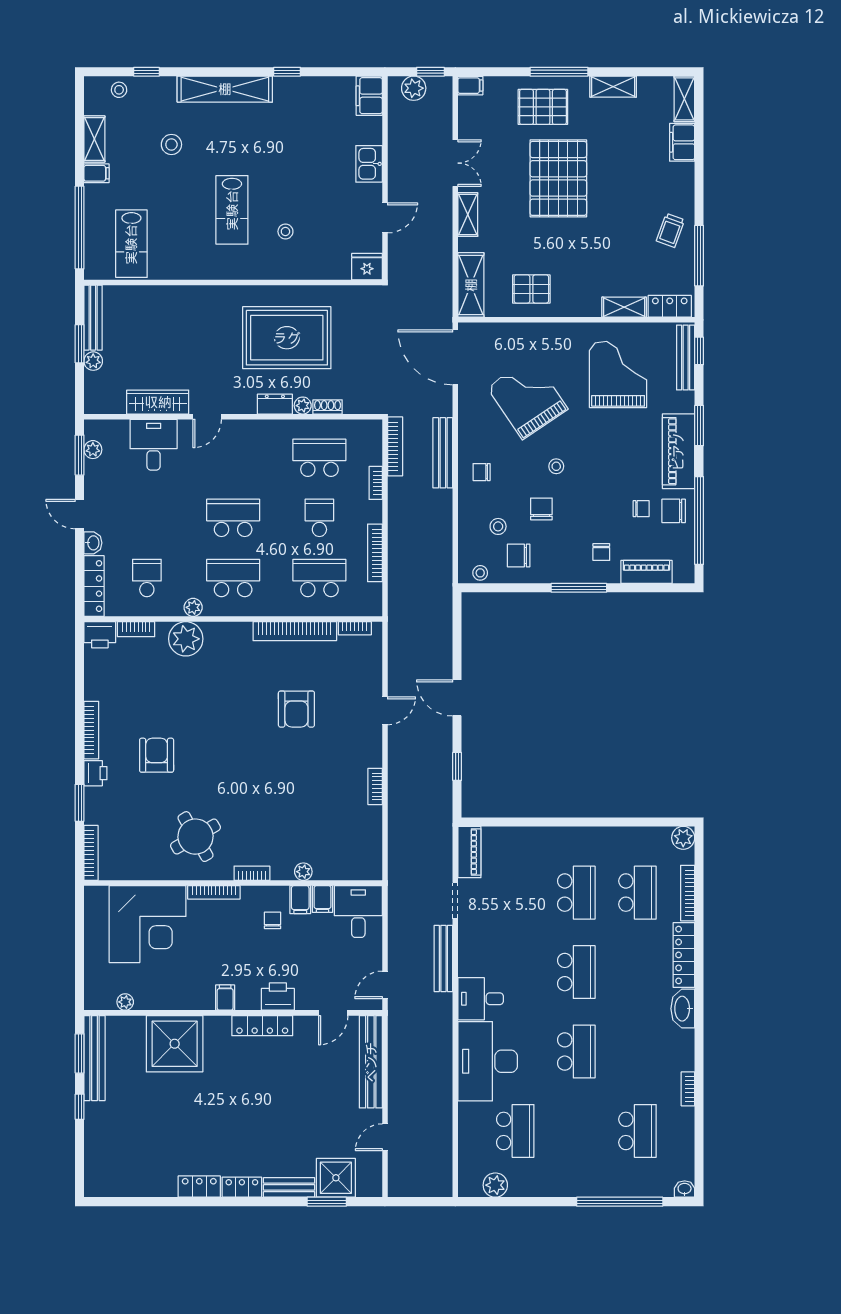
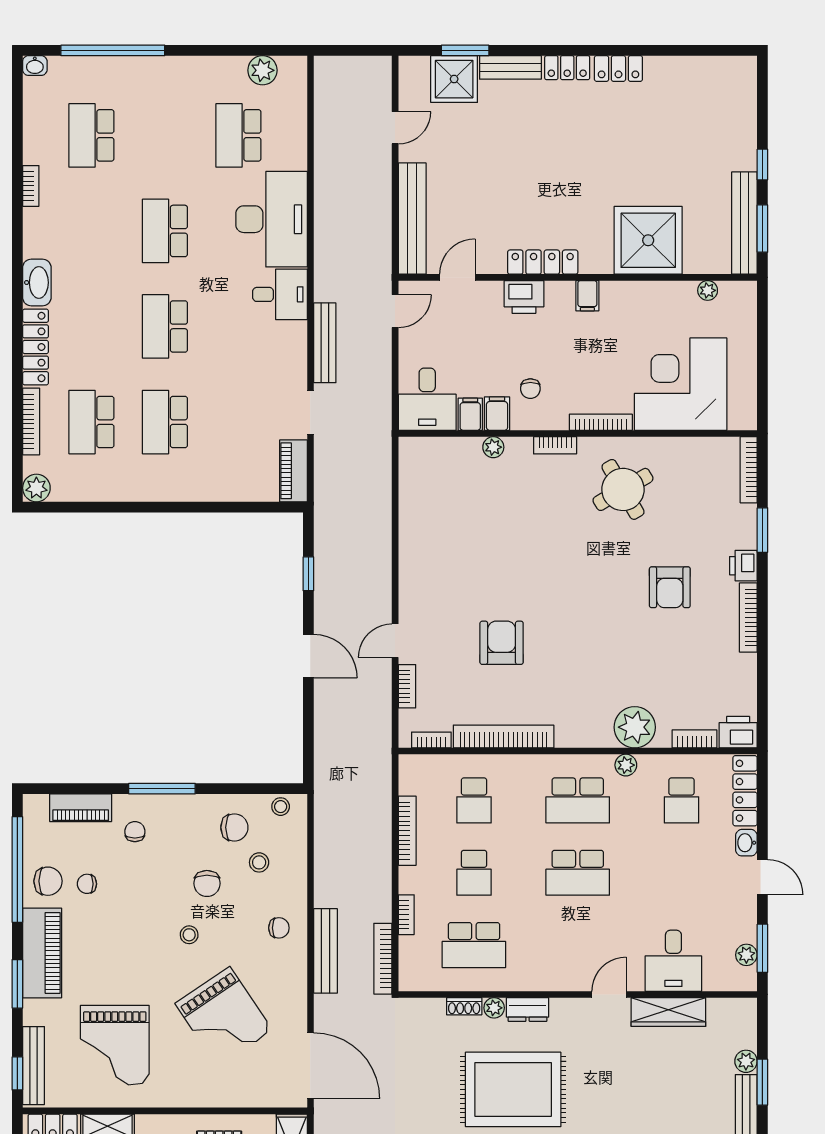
school desk: (319, 578) -> (474, 800), width x0.54
bookcase: (375, 787) -> (407, 686), moved

